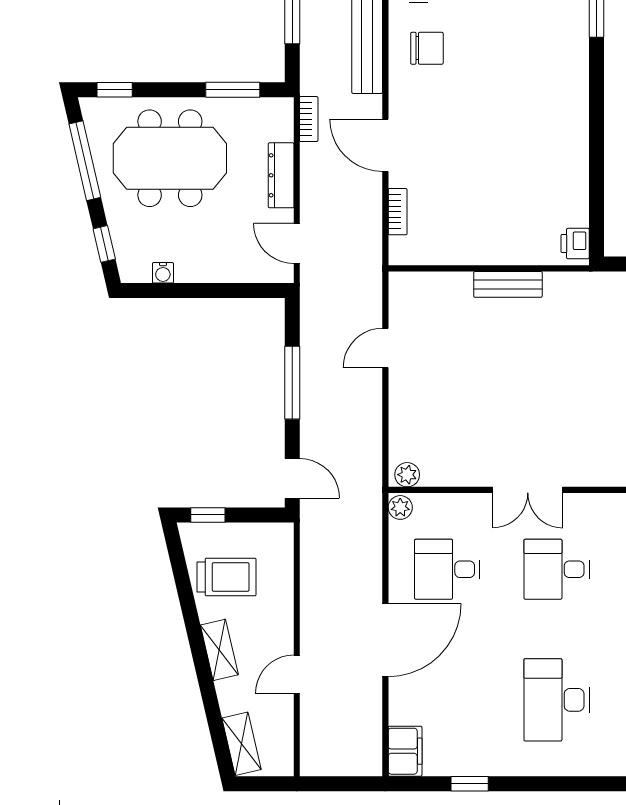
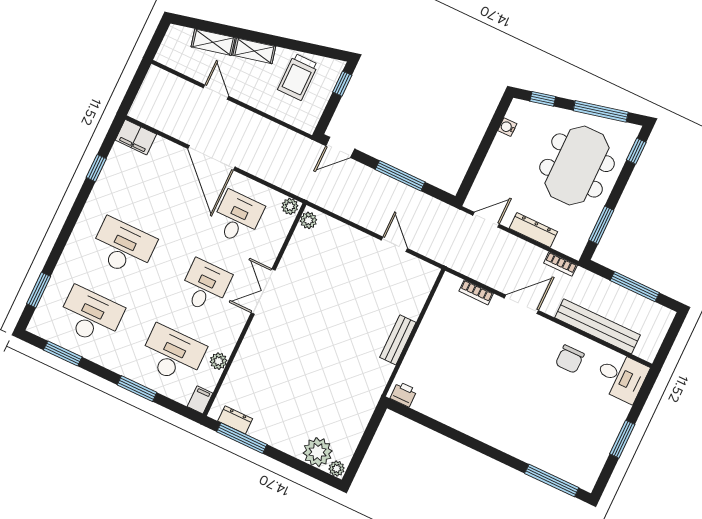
shelving: (242, 744) -> (213, 42), moved

